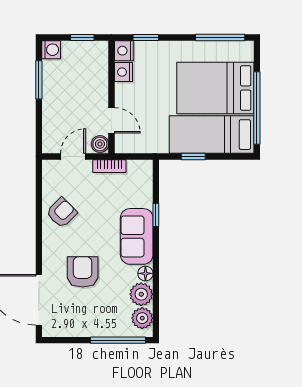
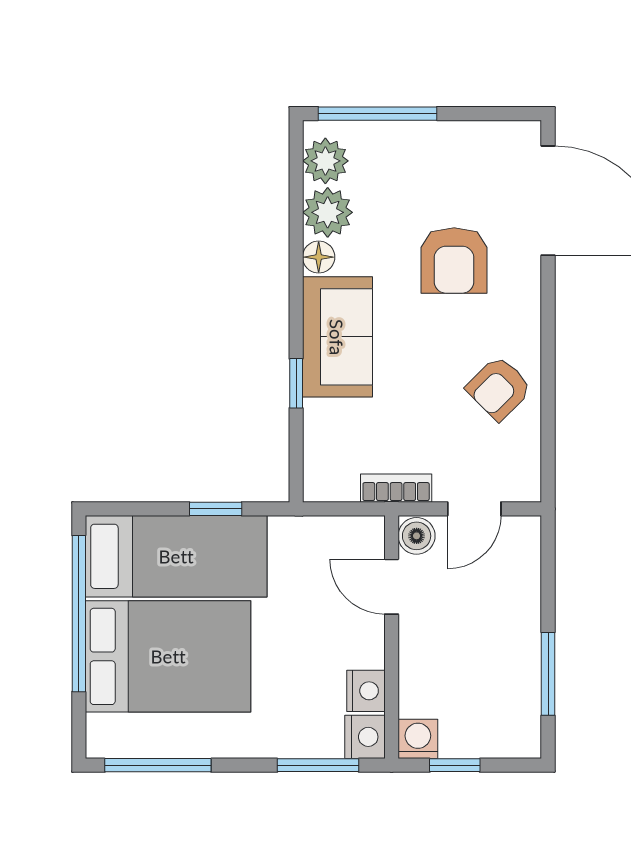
window: (146, 37) -> (318, 765), width x1.50
washing machine: (51, 50) -> (418, 739), moved, turned 90

